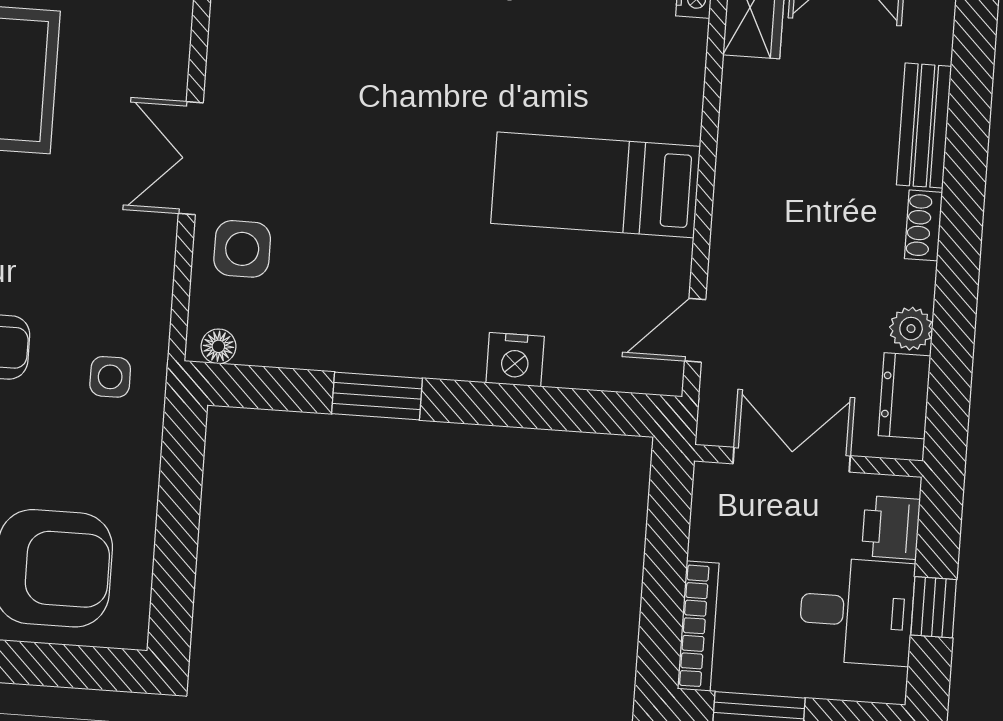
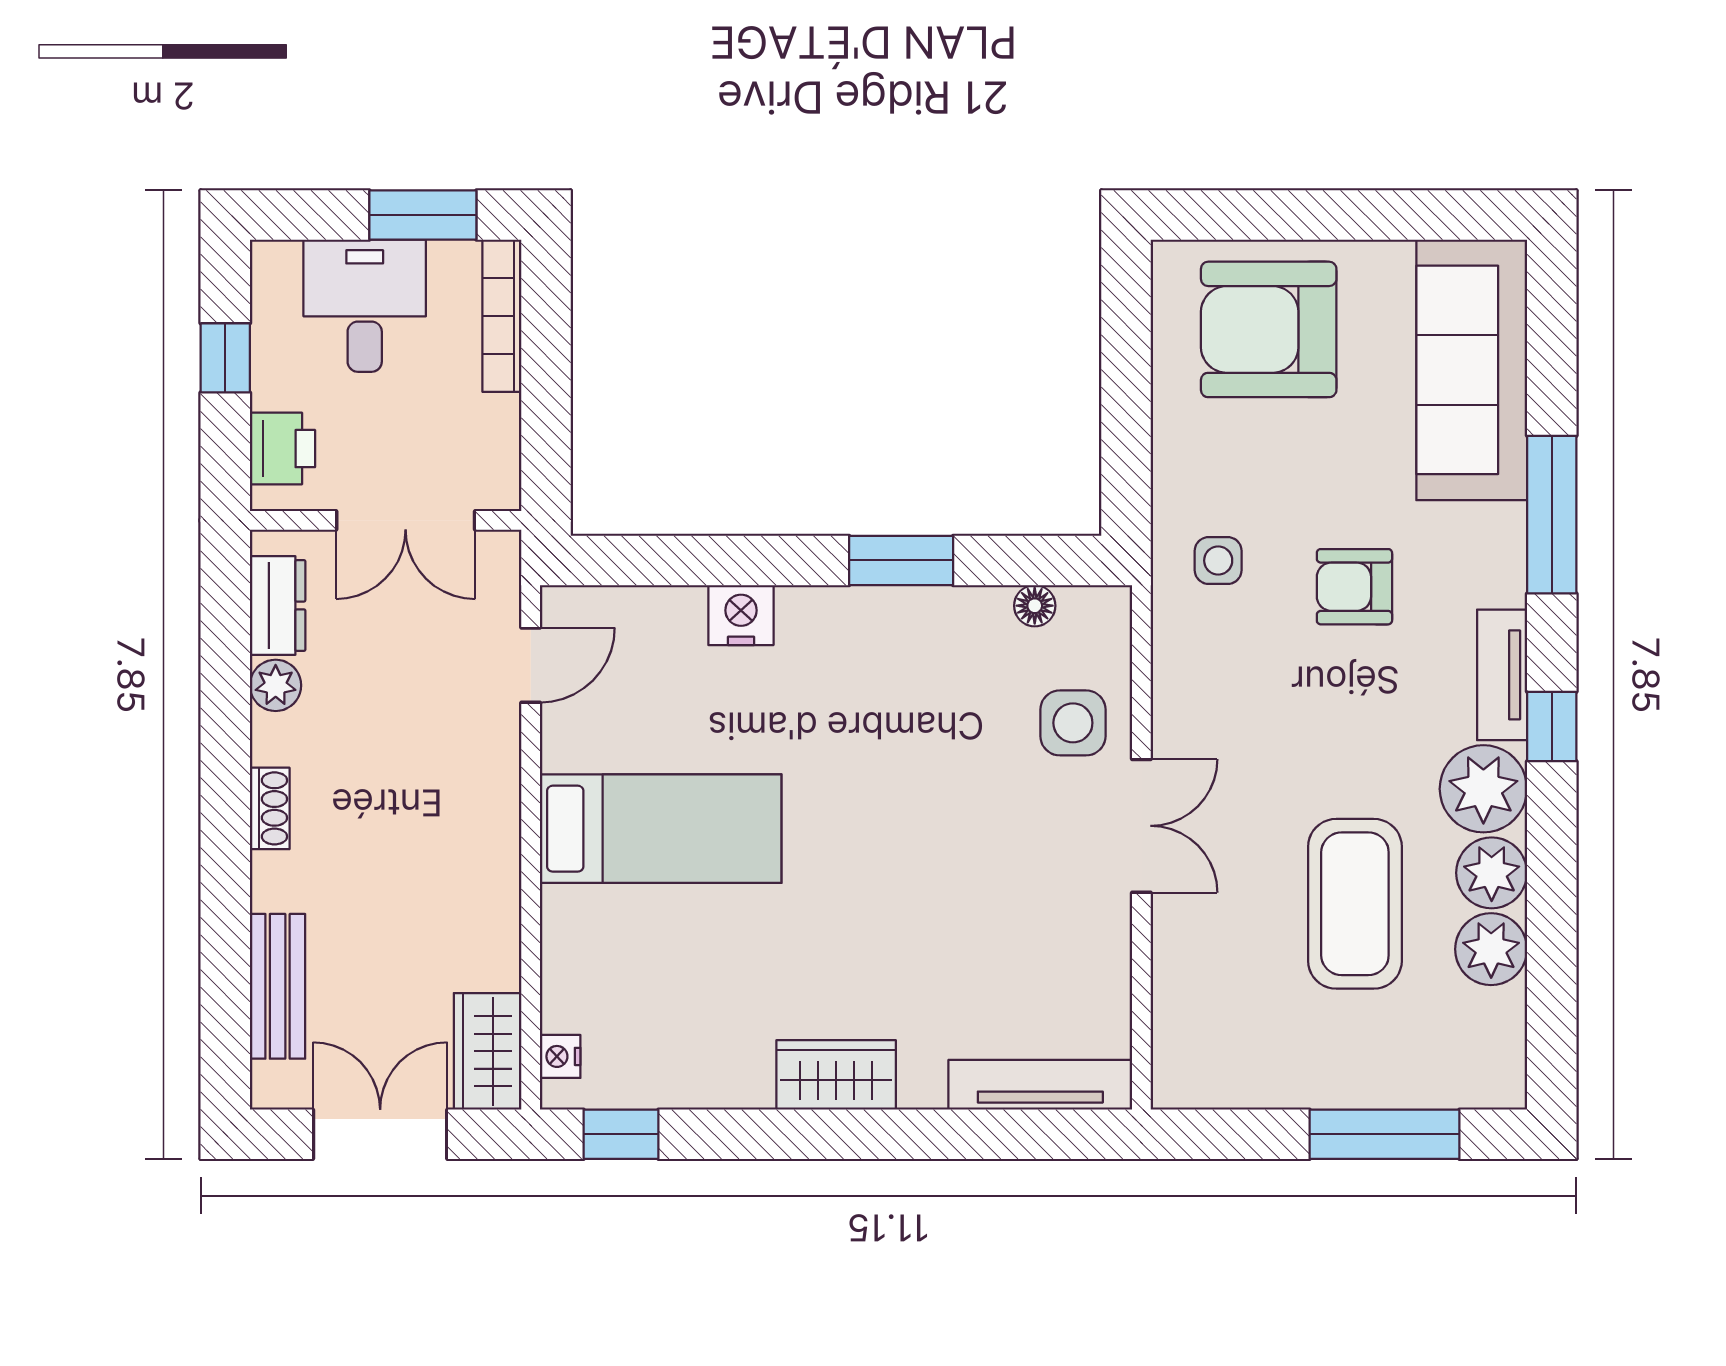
bench: (924, 126) -> (278, 986), moved
floor lamp: (218, 346) -> (1035, 606), moved
desk: (857, 611) -> (365, 306), moved, turned 90

